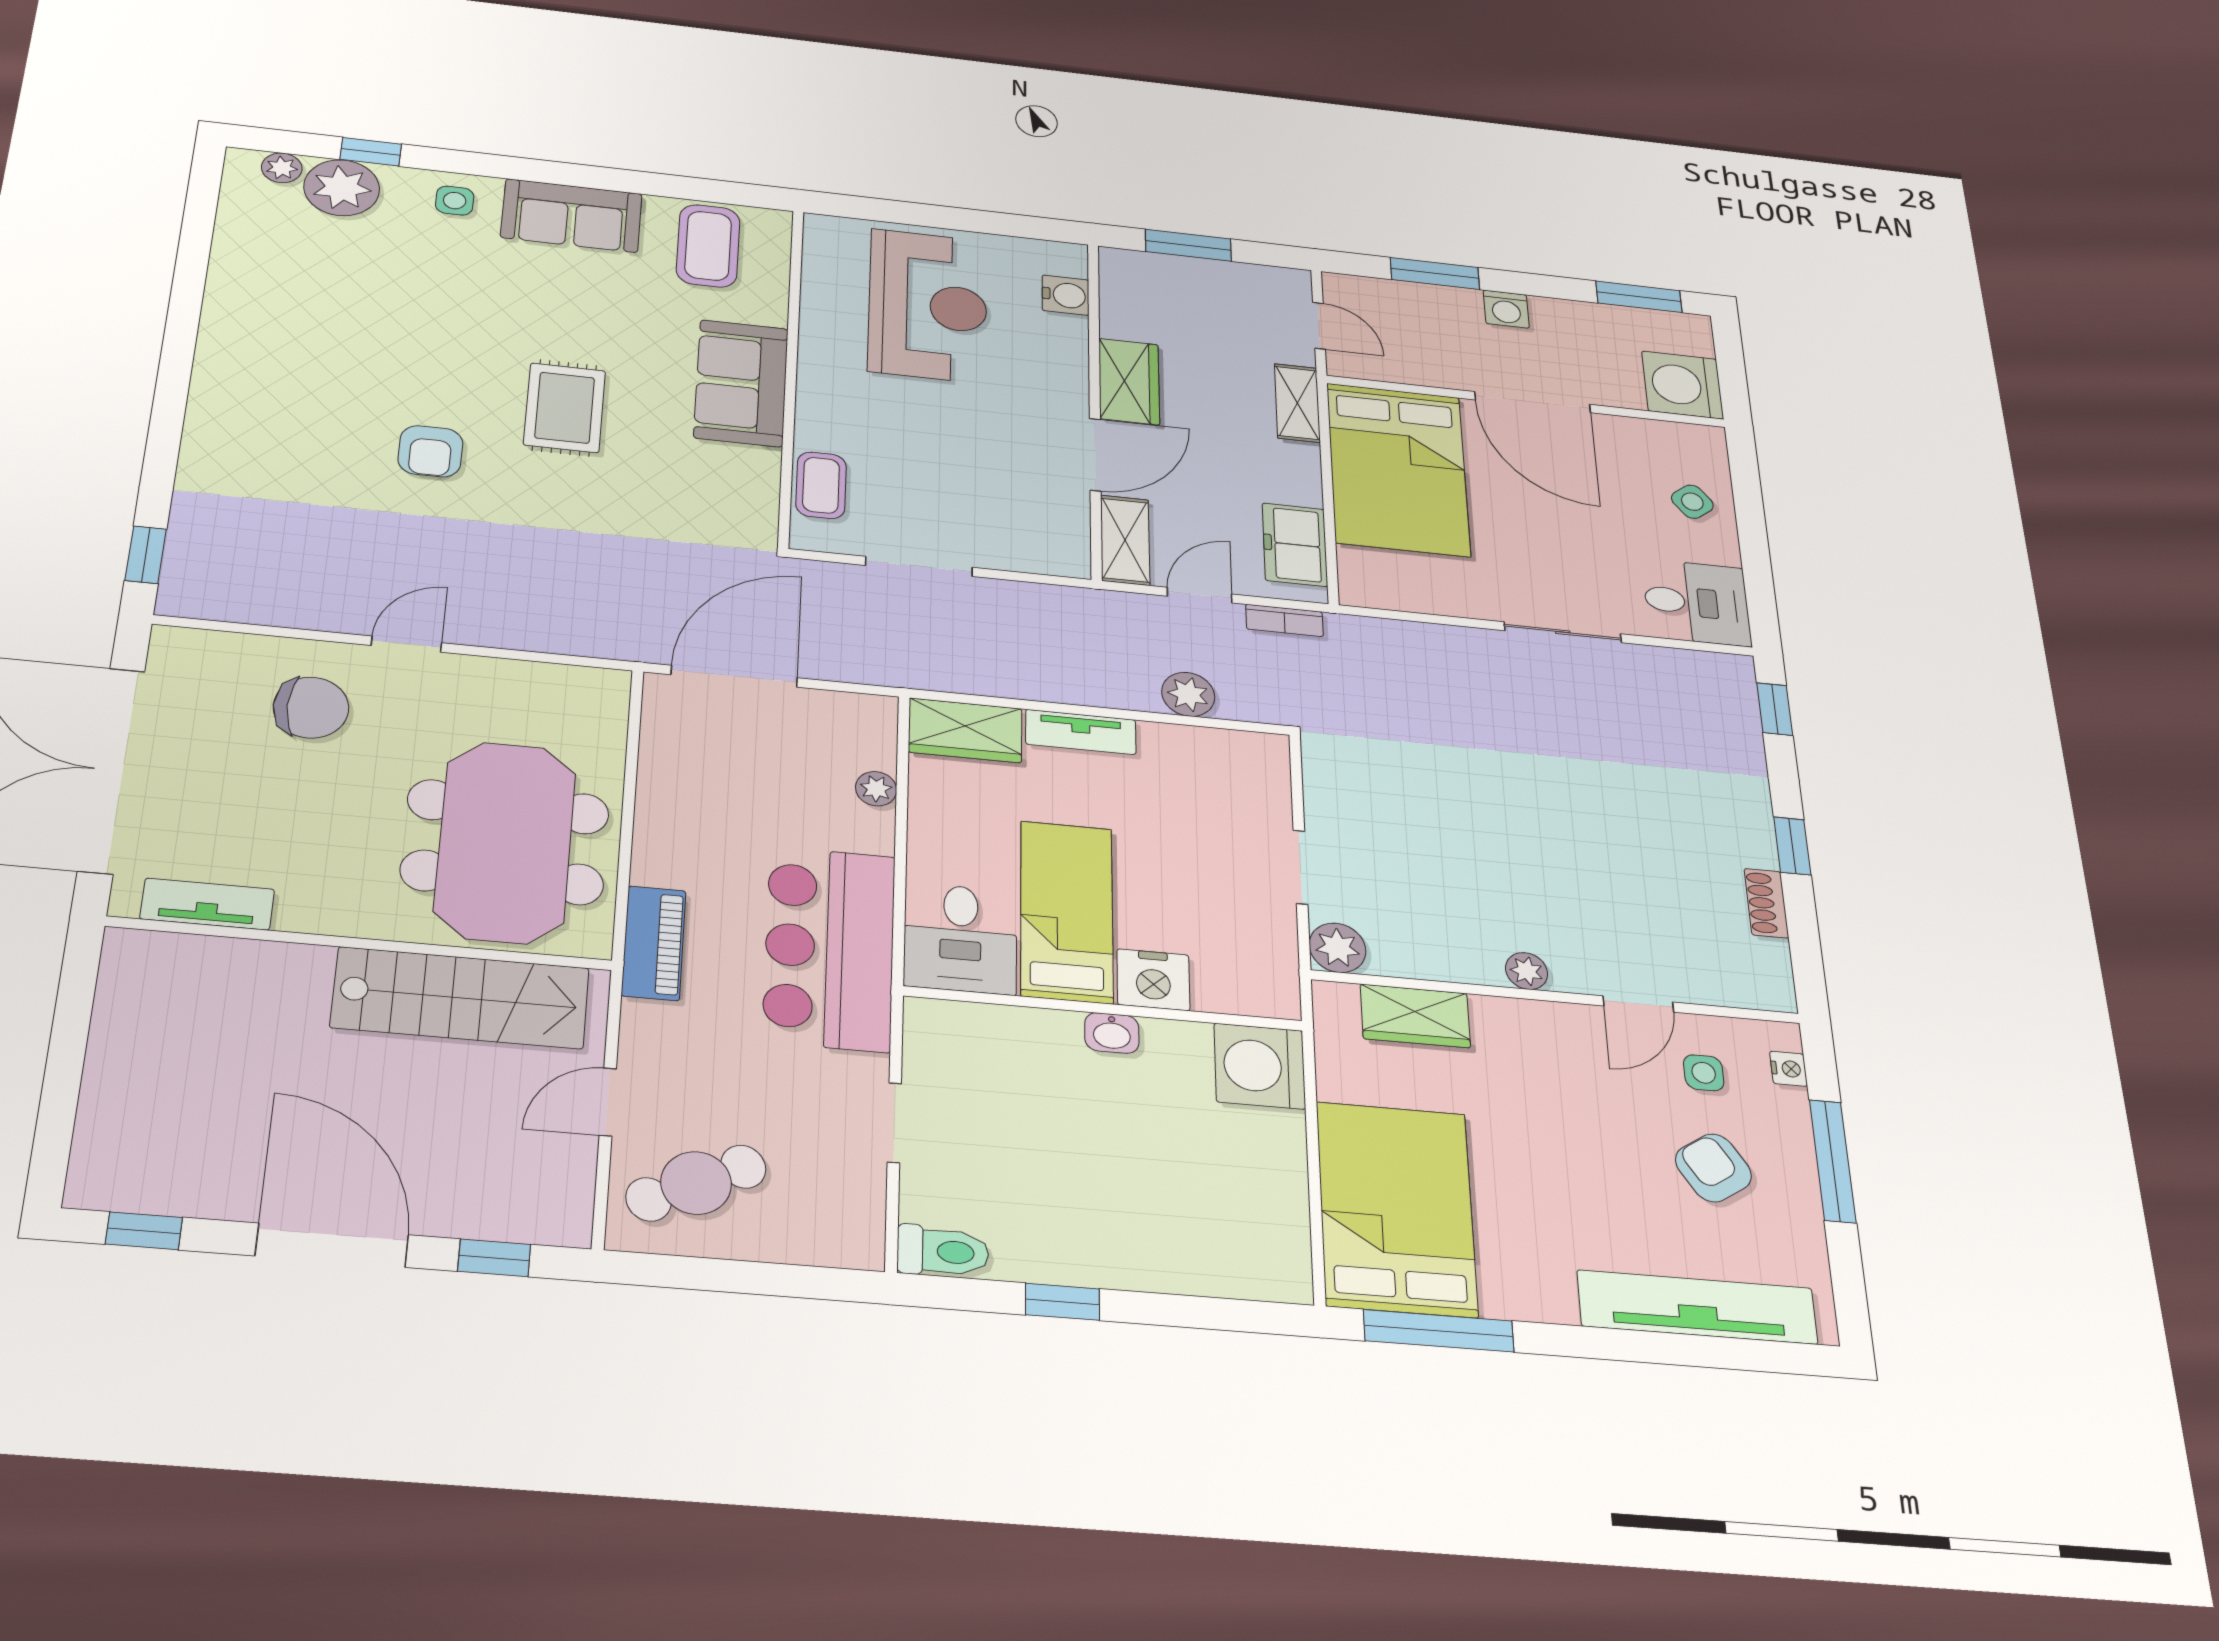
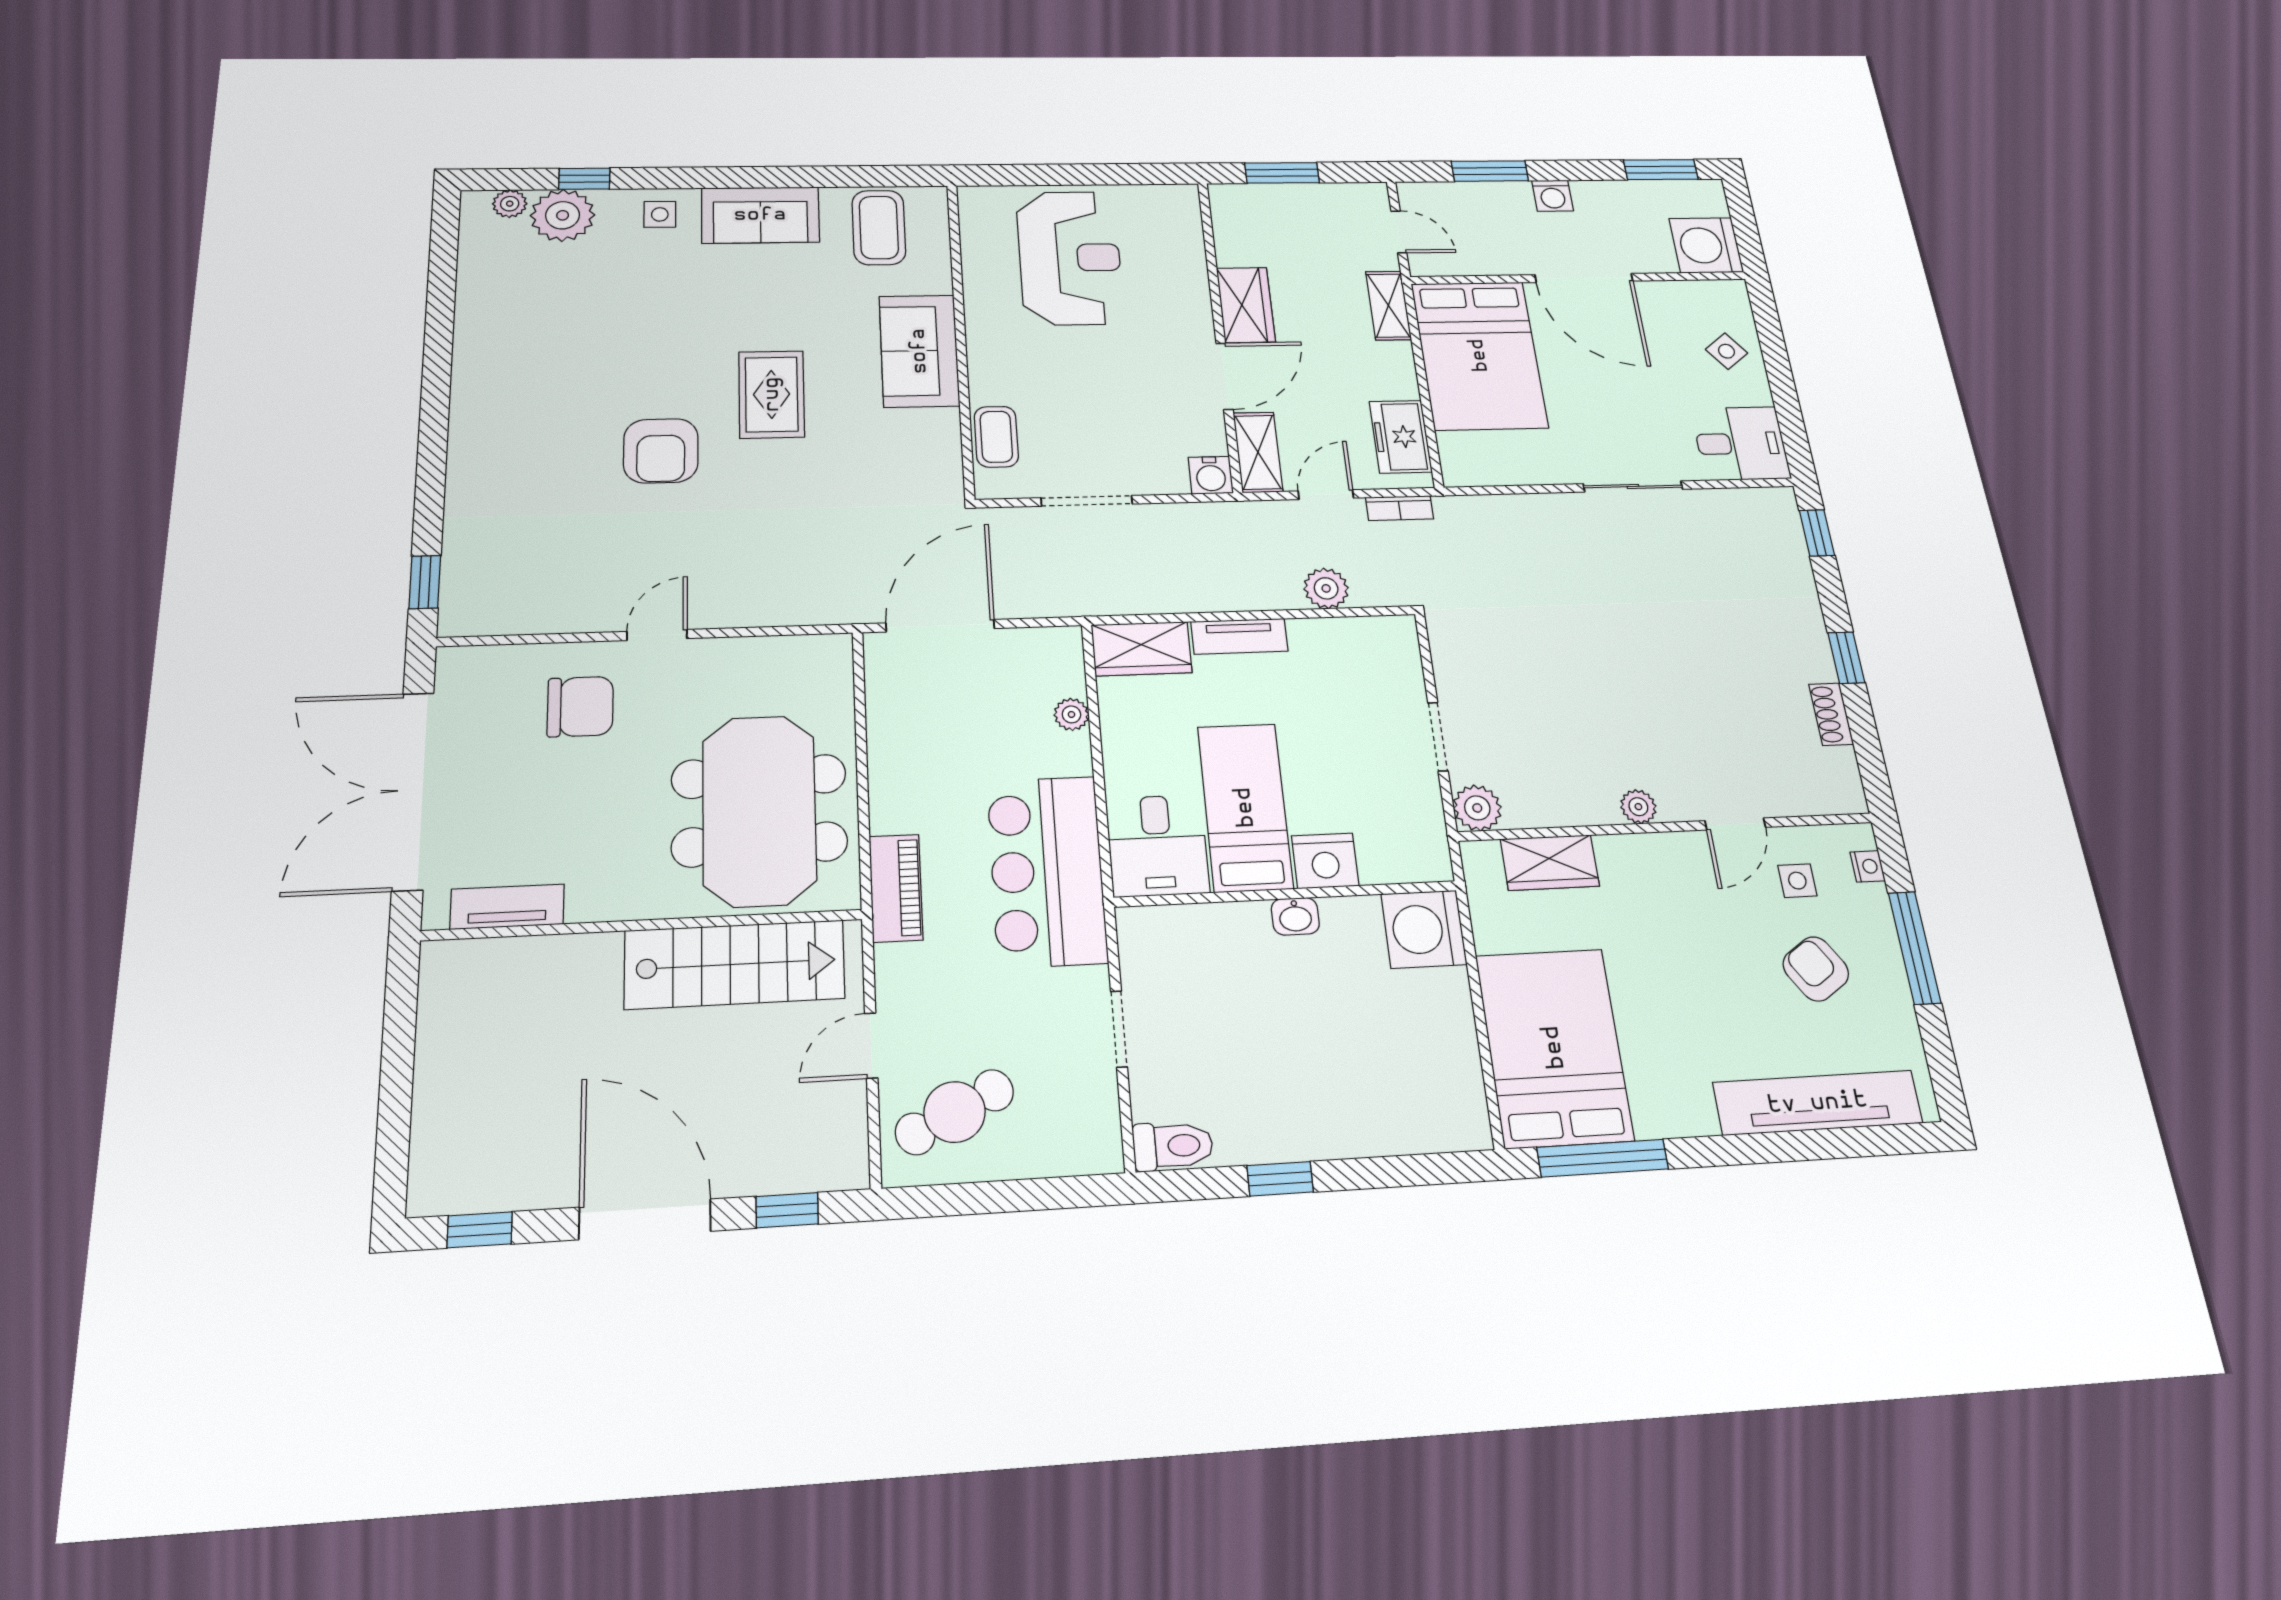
water cooler: (1066, 295) -> (1211, 475), moved, turned 90
armchair: (430, 451) -> (661, 451), width x1.38, depth x1.38

